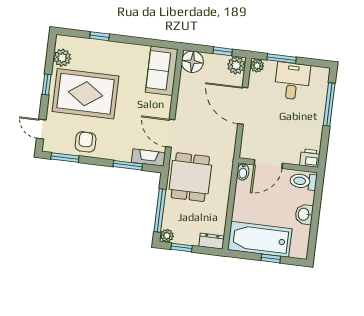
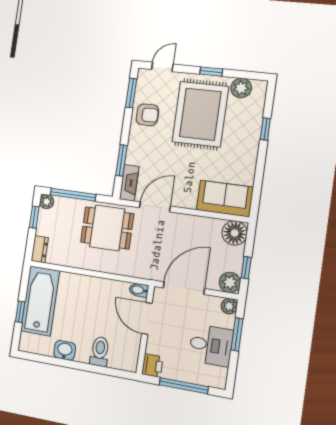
printer: (310, 158) -> (152, 365), moved
door: (268, 164) -> (147, 318), moved
wall: (278, 165) -> (145, 330), moved
bidet: (243, 172) -> (139, 290), moved

